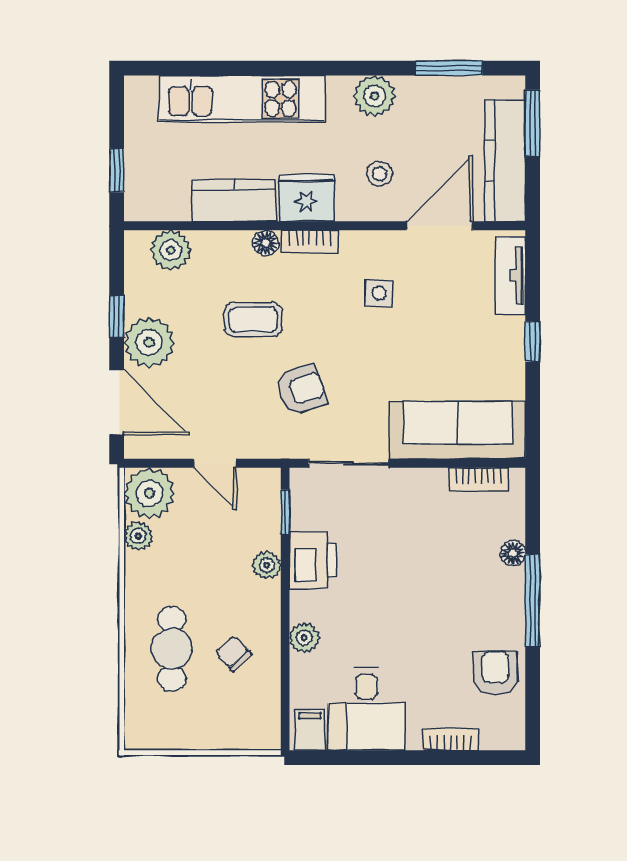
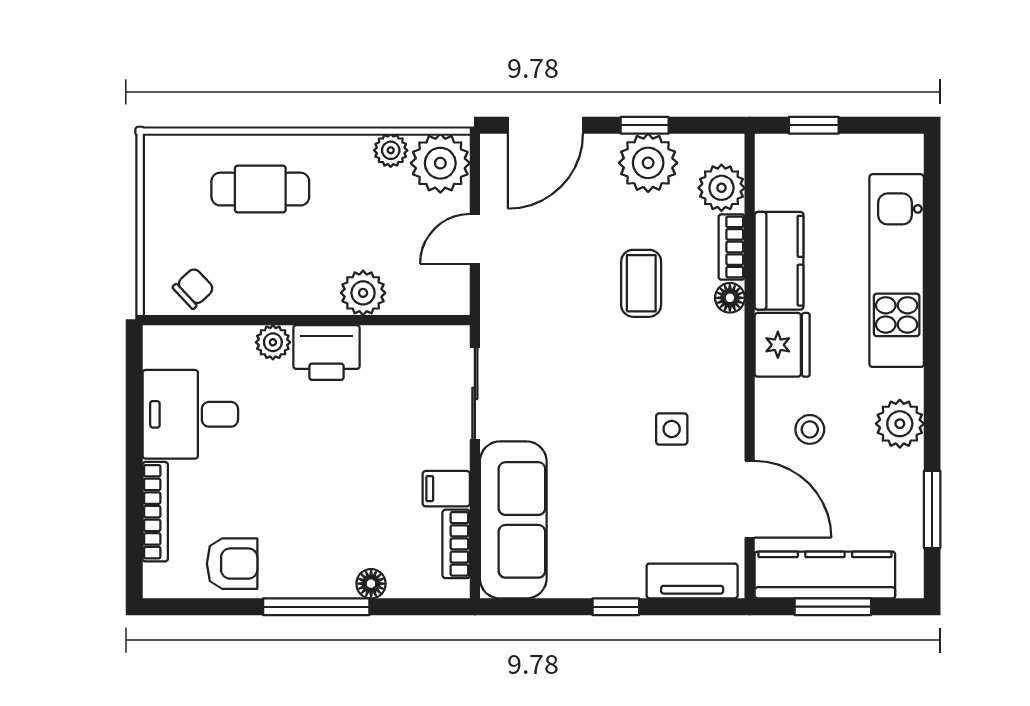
window: (533, 123) -> (833, 607), moved
bookcase: (310, 241) -> (732, 247), moved
plant: (149, 343) -> (648, 163), moved
armchair: (301, 390) -> (560, 339), removed
window: (285, 512) -> (418, 320), removed
printer: (313, 560) -> (327, 353), moved
plant: (267, 565) -> (363, 293), width x1.38, depth x1.38
chair: (234, 653) -> (194, 288), moved
filing cabinet: (310, 730) -> (446, 489), moved, turned 180
bookcase: (451, 739) -> (155, 512), width x1.56

